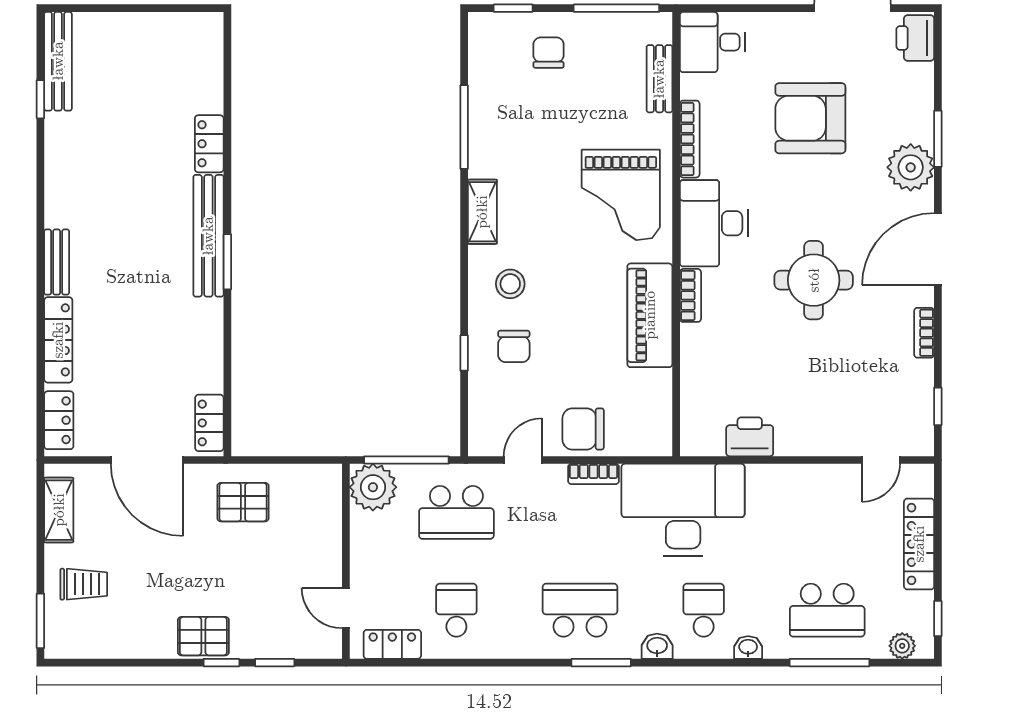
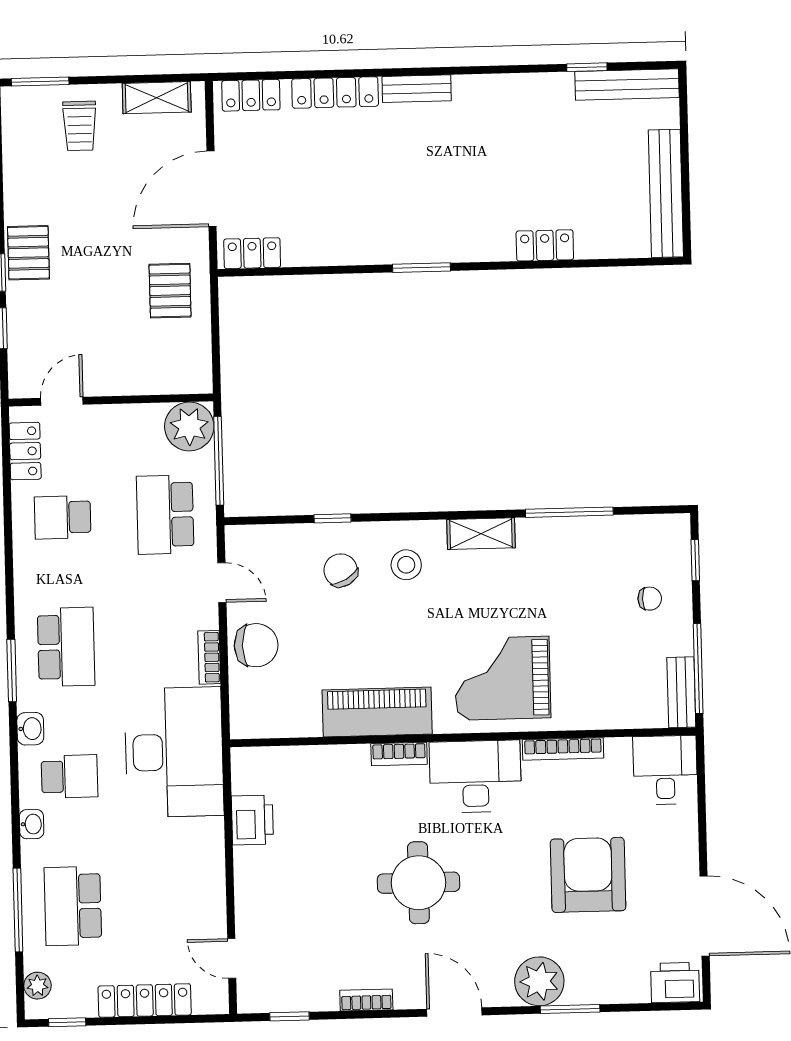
chair: (549, 53) -> (650, 599), width x0.73, depth x0.73
bench: (659, 79) -> (681, 692), moved, turned 90
bench: (208, 236) -> (666, 193), moved, turned 90
door: (938, 249) -> (454, 1012), width x0.73
chair: (514, 346) -> (341, 570), turned 60
chair: (583, 429) -> (256, 645), turned 90
school desk: (456, 610) -> (63, 517), turned 180

